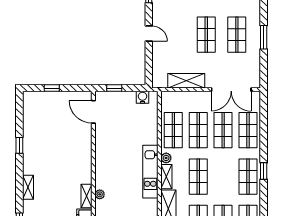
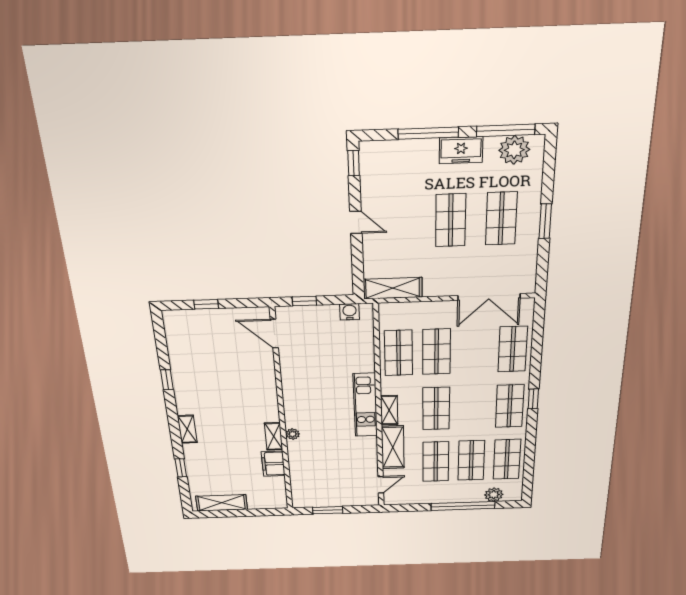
shelving: (186, 81) -> (393, 288), moved
shop shelf: (223, 130) -> (475, 350), removed
plant: (166, 158) -> (388, 388), removed

